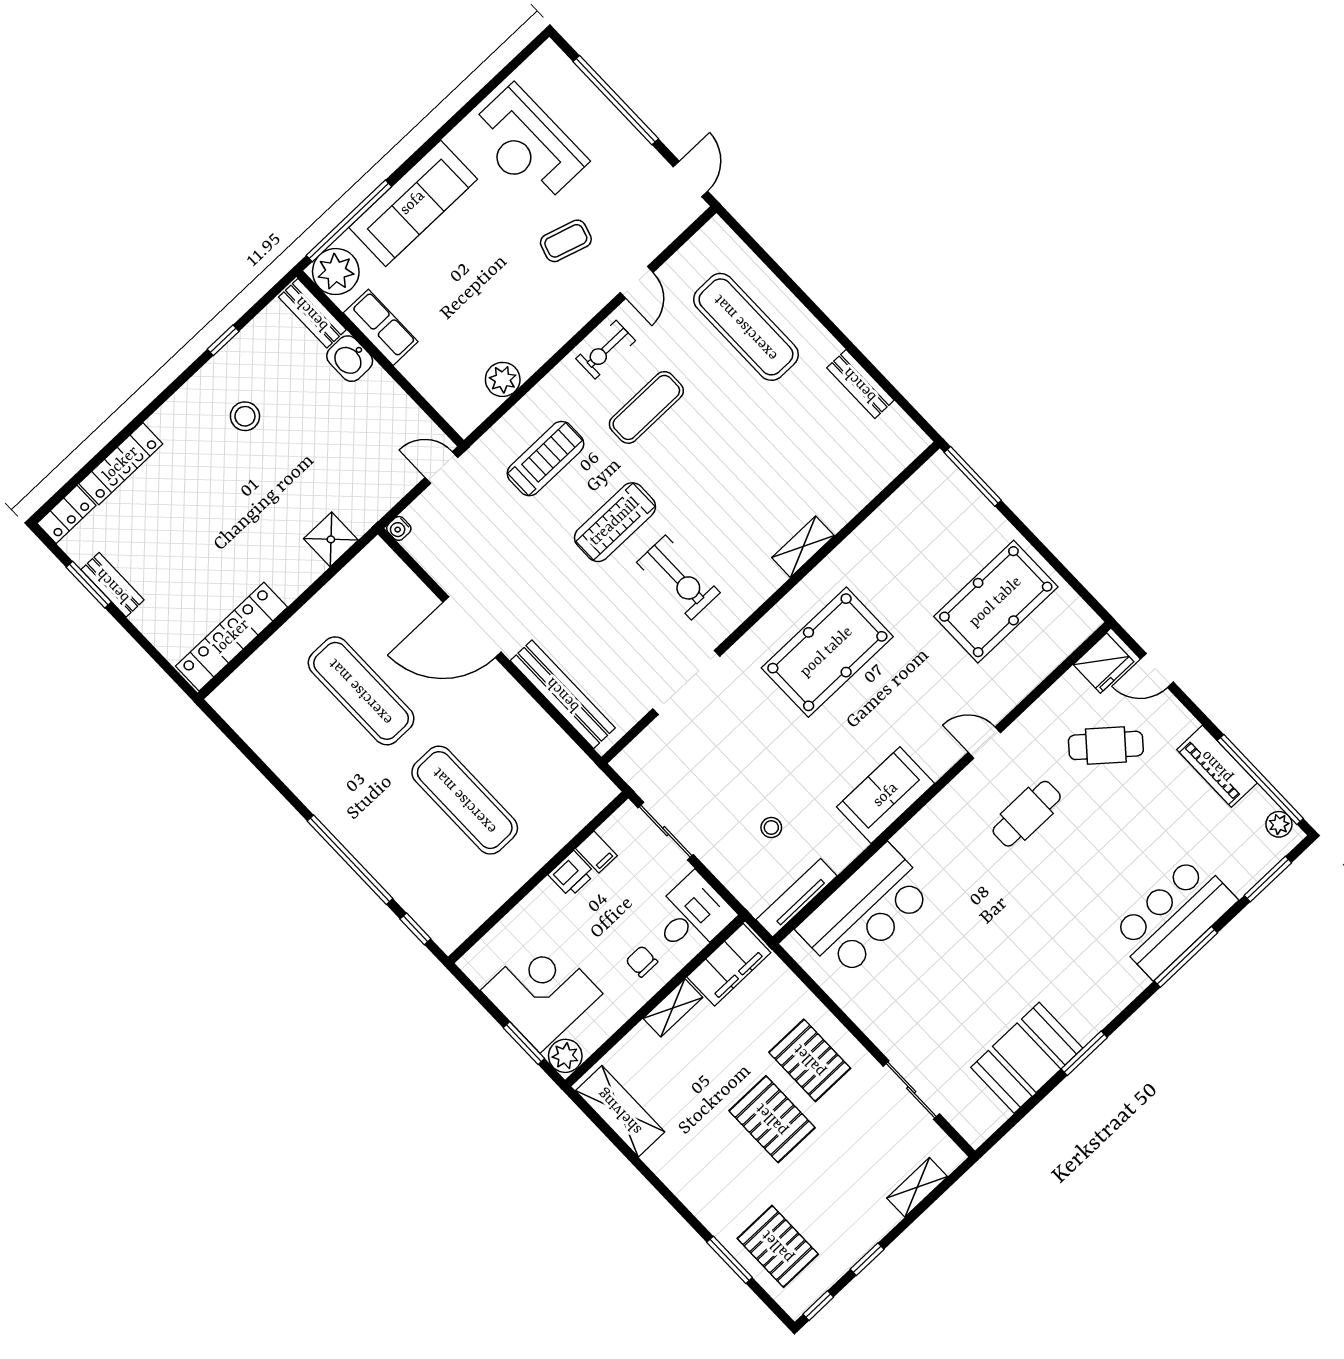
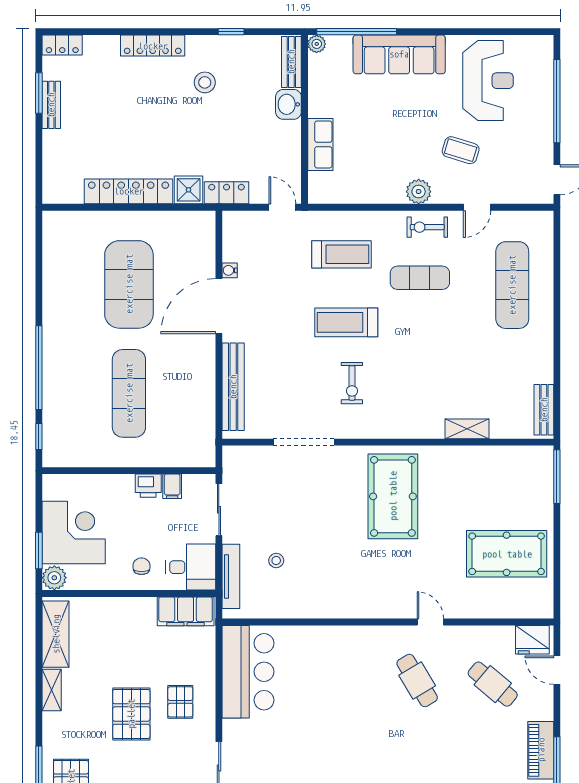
reception desk: (527, 145) -> (488, 81), turned 180
plant: (336, 272) -> (317, 44), width x0.53, depth x0.53
row of seats: (381, 327) -> (320, 144), moved
plant: (503, 379) -> (419, 192), moved
bench: (860, 384) -> (544, 410), moved
locker: (121, 464) -> (153, 46), moved
locker: (372, 506) -> (227, 193), added
water cooler: (399, 528) -> (230, 270), moved
shelving: (803, 547) -> (467, 429), moved
exercise bike: (678, 578) -> (352, 383), width x0.73, depth x0.72
door: (472, 627) -> (219, 306), hinge flipped
locker: (232, 637) -> (129, 191), moved
pool table: (827, 652) -> (393, 496), turned 90
exercise mat: (361, 691) -> (129, 284), width x1.47
sofa: (886, 795) -> (352, 600), removed
cafe table: (1027, 814) -> (417, 680), turned 59
tv unit: (797, 898) -> (231, 576), moved, turned 90
bar counter: (865, 911) -> (248, 672), moved, turned -90
shelving: (673, 1008) -> (52, 690), moved, turned 90
pallet: (810, 1060) -> (180, 702), width x0.67, depth x0.71

